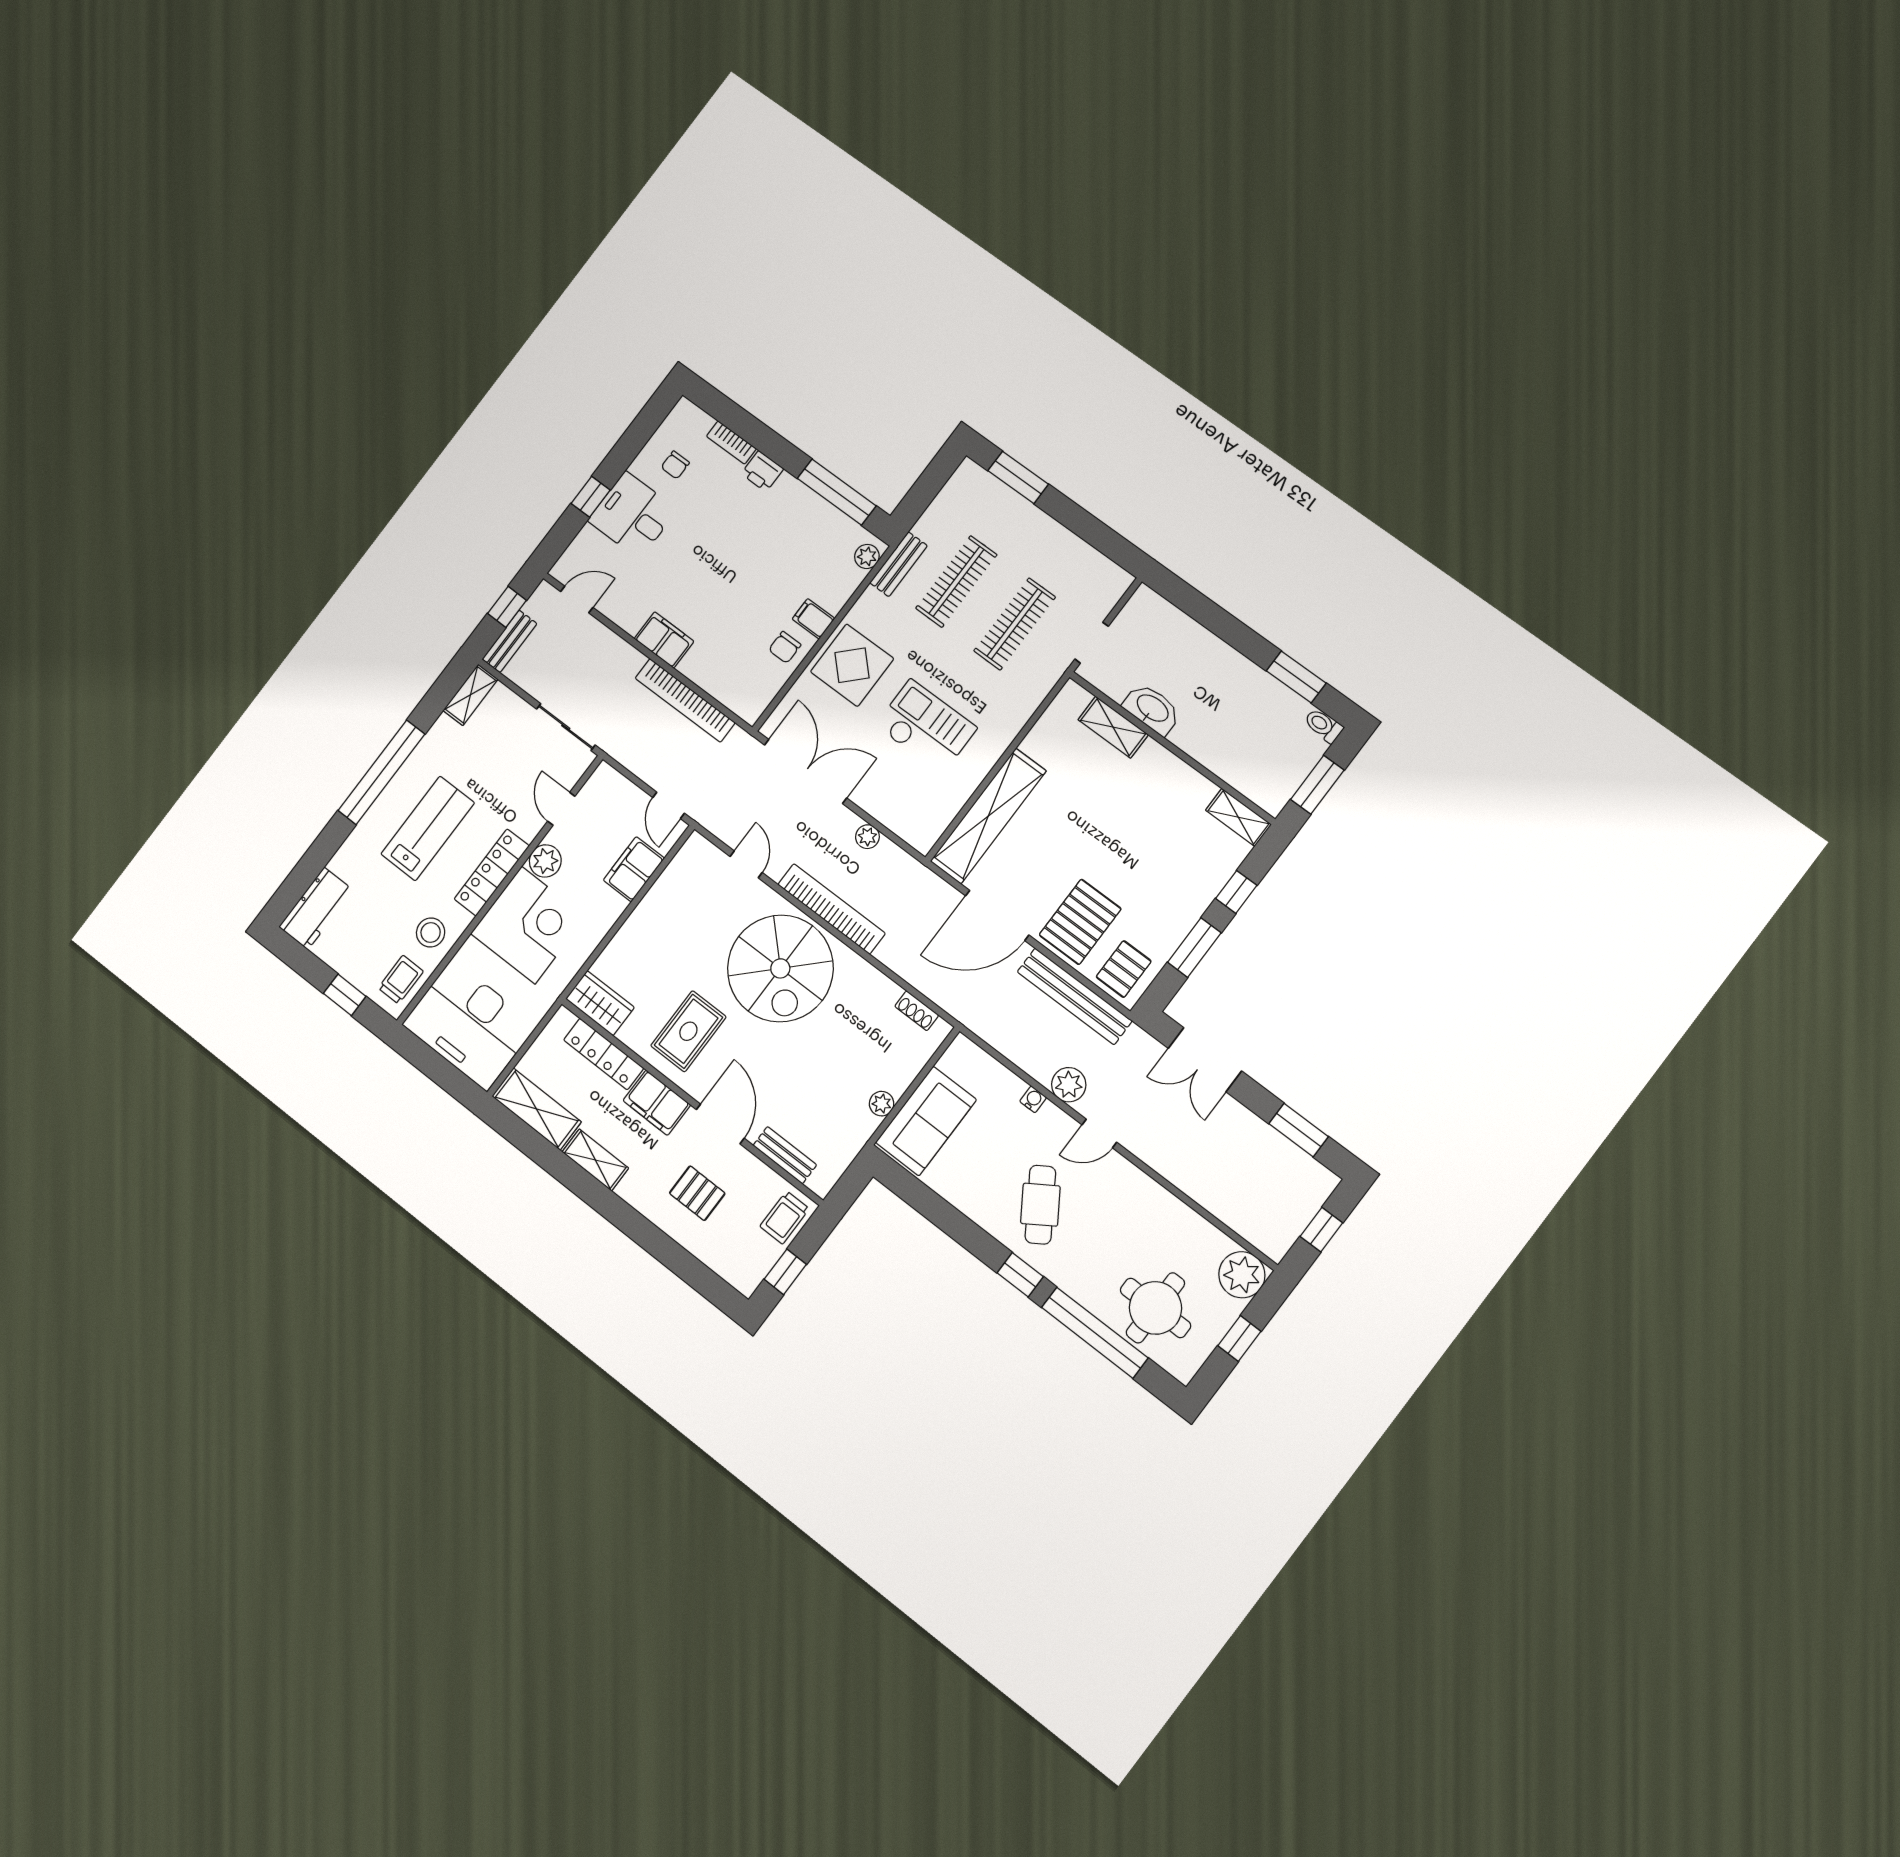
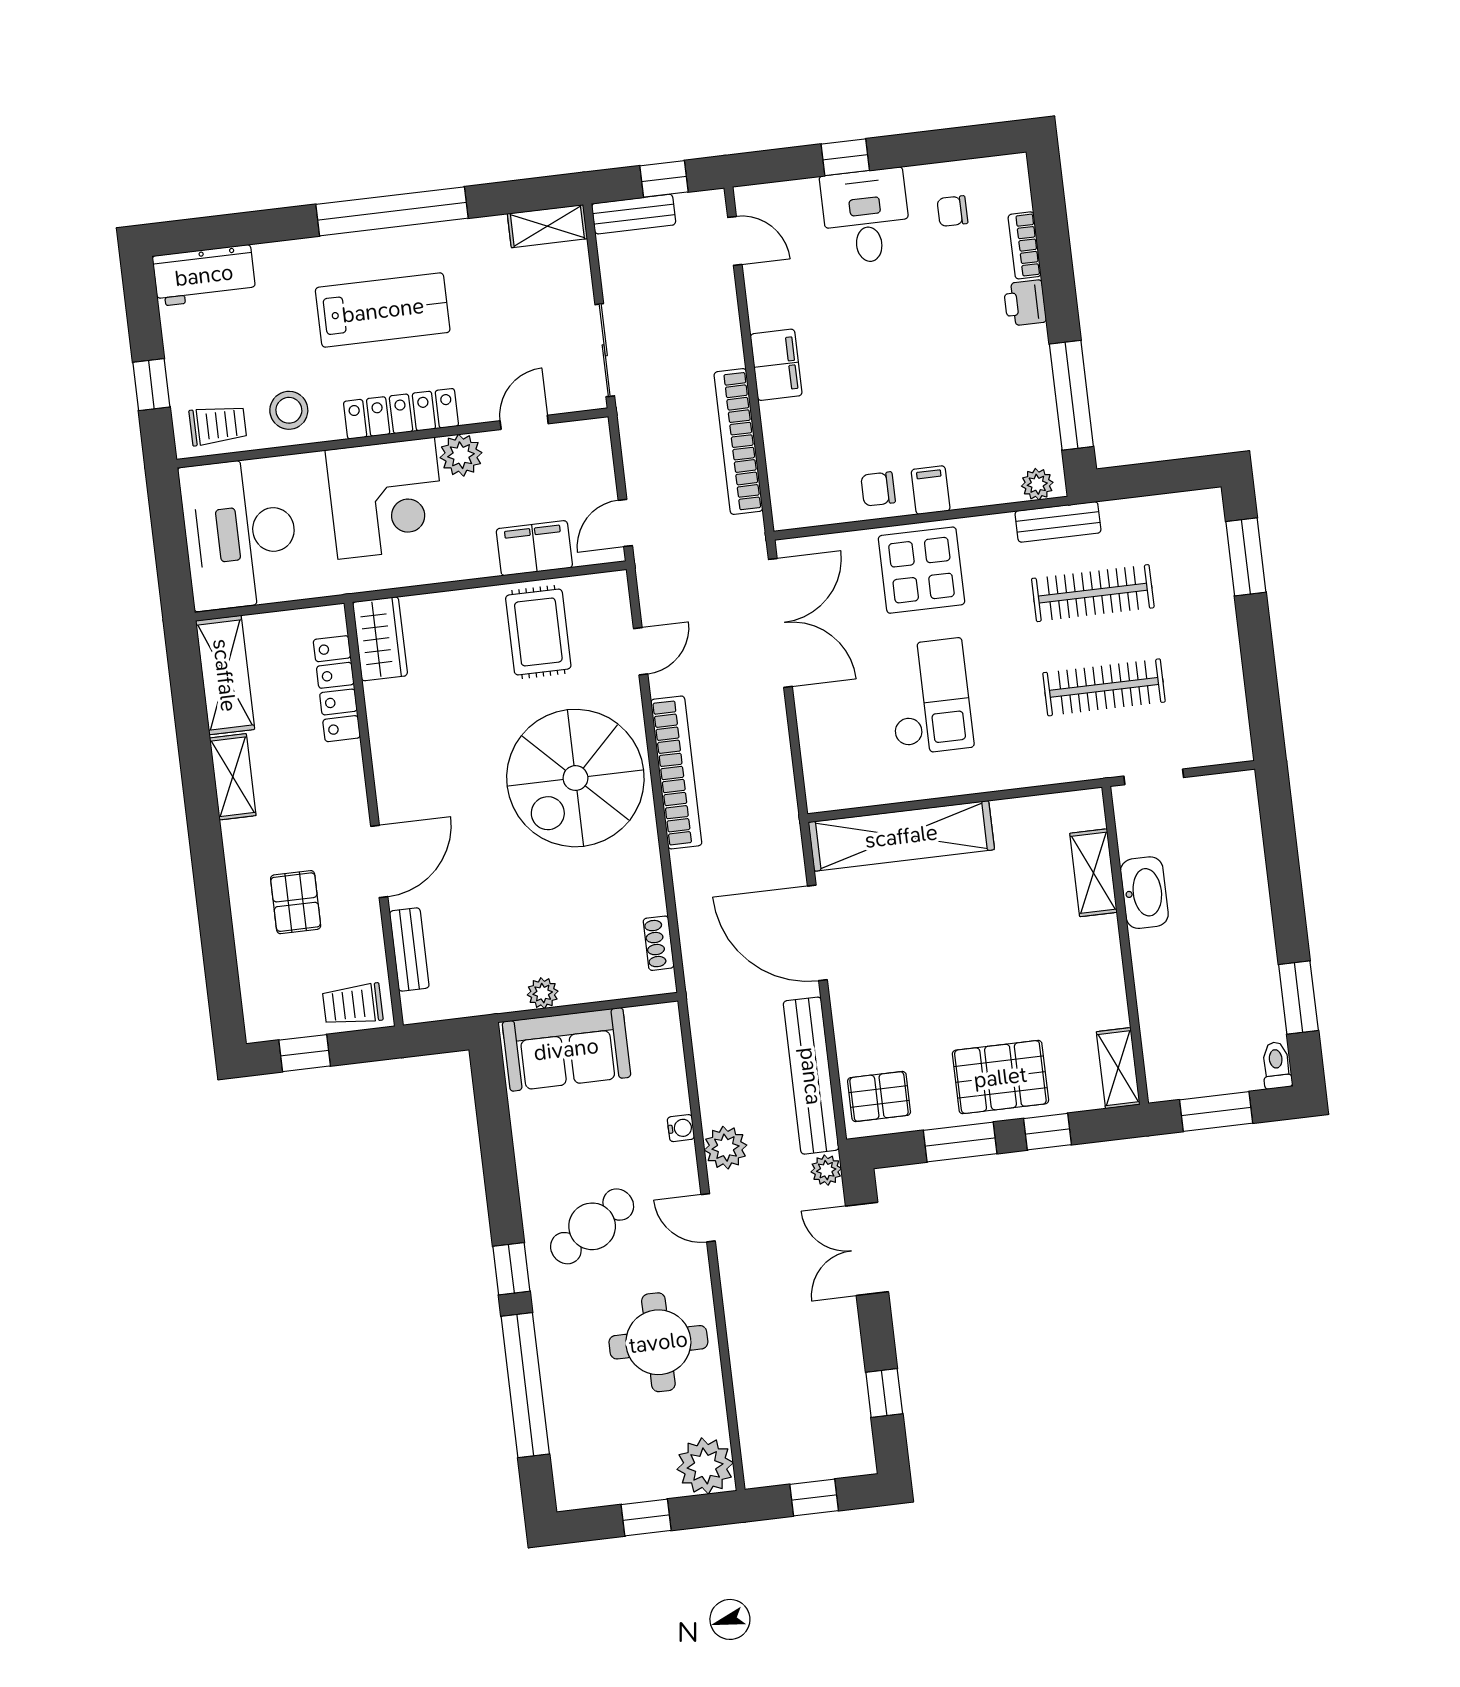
plant: (867, 837) -> (826, 1170), moved
pallet: (1080, 922) -> (1000, 1077), moved
rug: (688, 1031) -> (538, 632), moved, turned 90
filing cabinet: (657, 1103) -> (341, 783), removed
window: (1299, 1130) -> (884, 1393), width x0.67
round table: (1155, 1308) -> (658, 1342), moved

